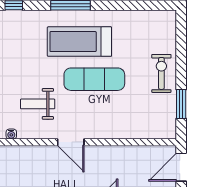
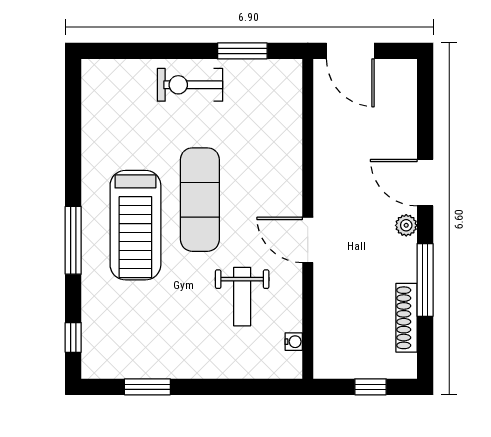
door: (71, 142) -> (308, 240), swing flipped

